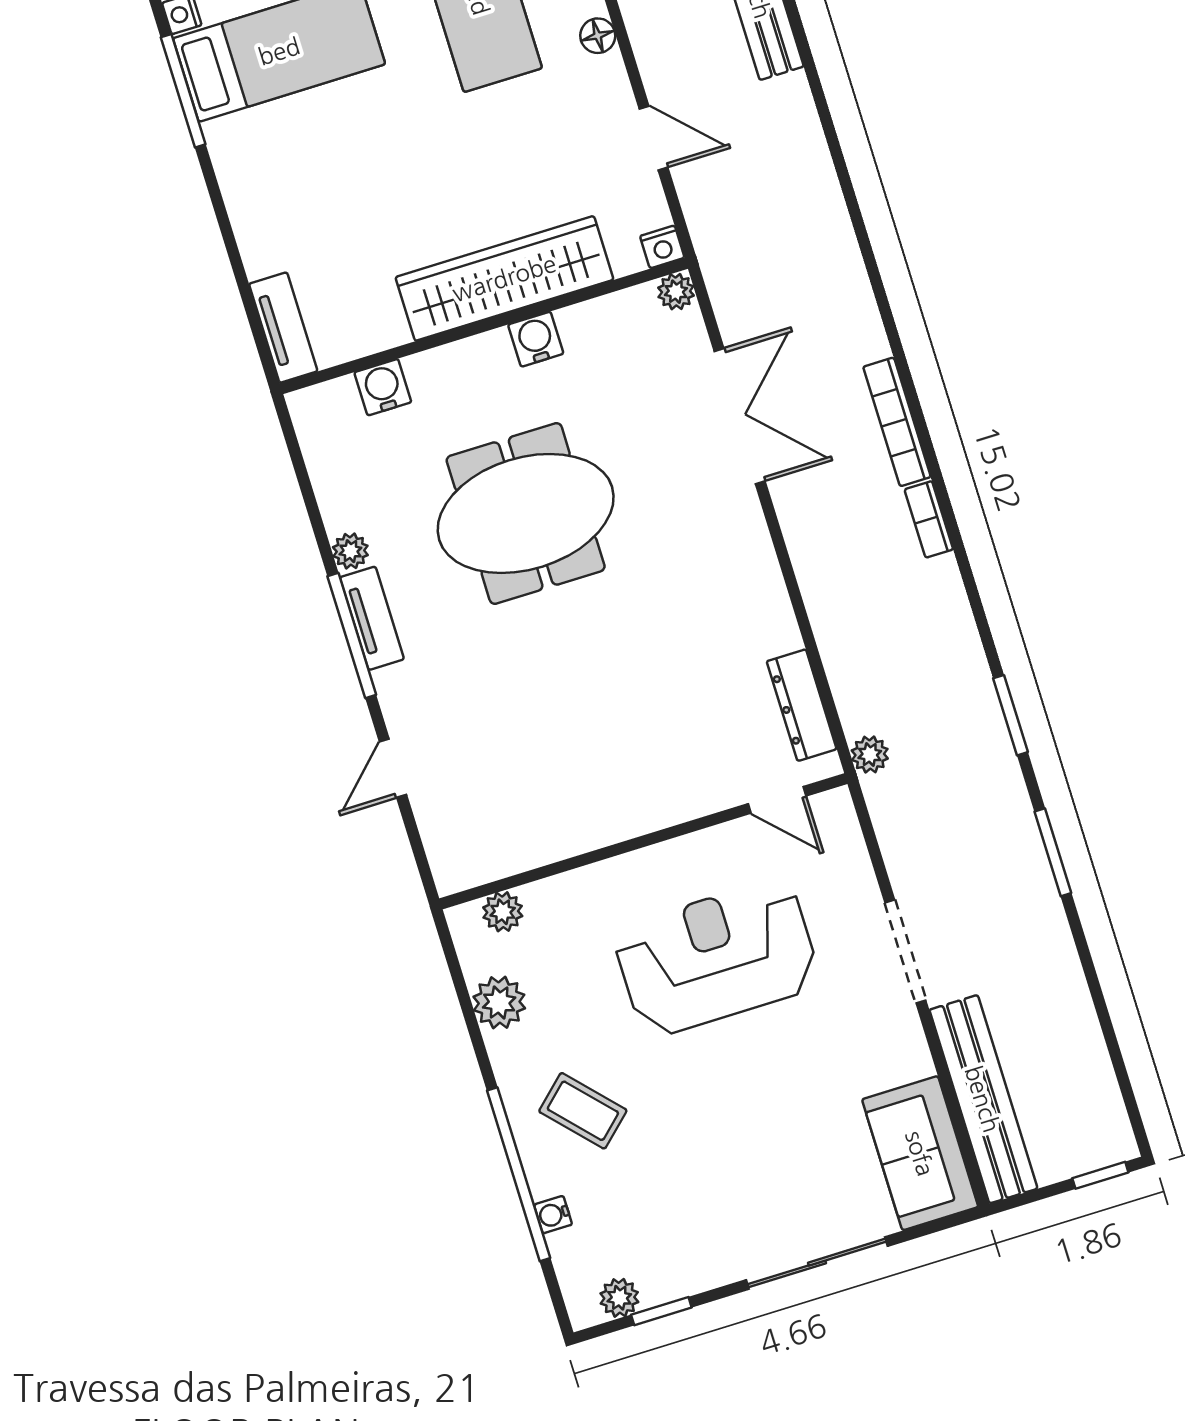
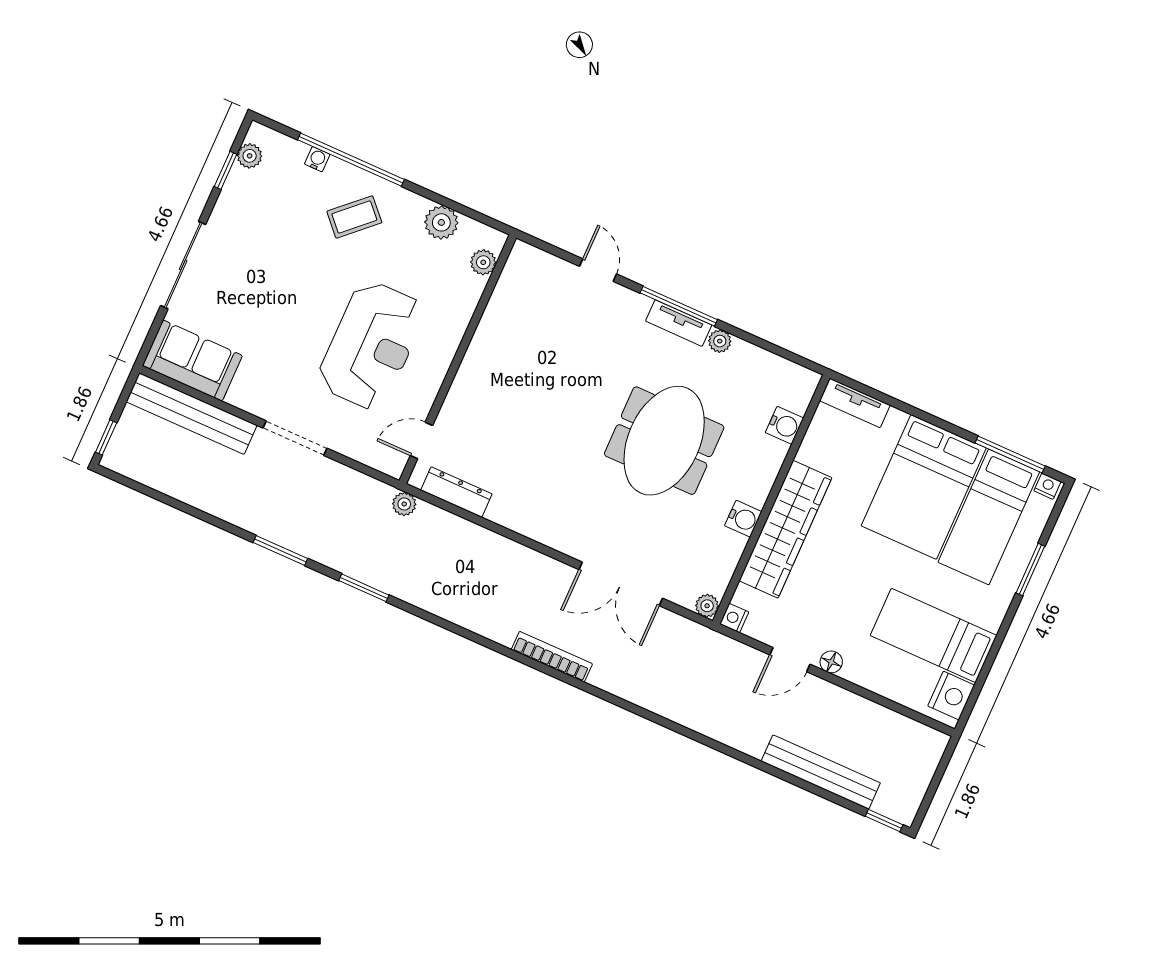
floor lamp: (598, 36) -> (831, 662), moved
bed: (311, 159) -> (924, 487), added
bookcase: (929, 519) -> (492, 631), removed

